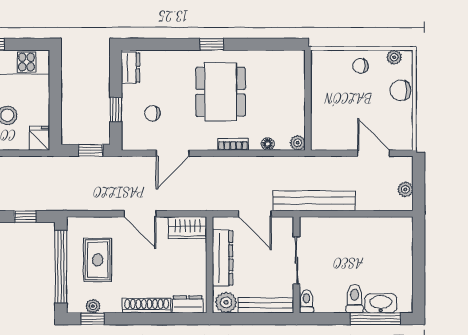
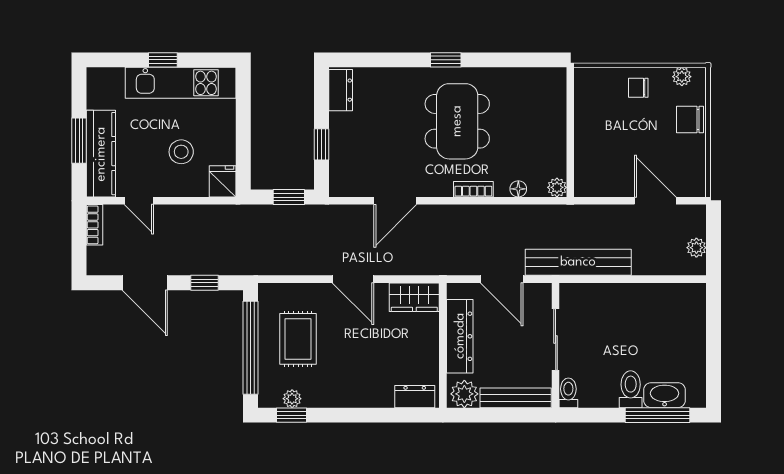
chair: (152, 113) -> (369, 149), removed
shoe rack: (147, 306) -> (362, 398), removed

